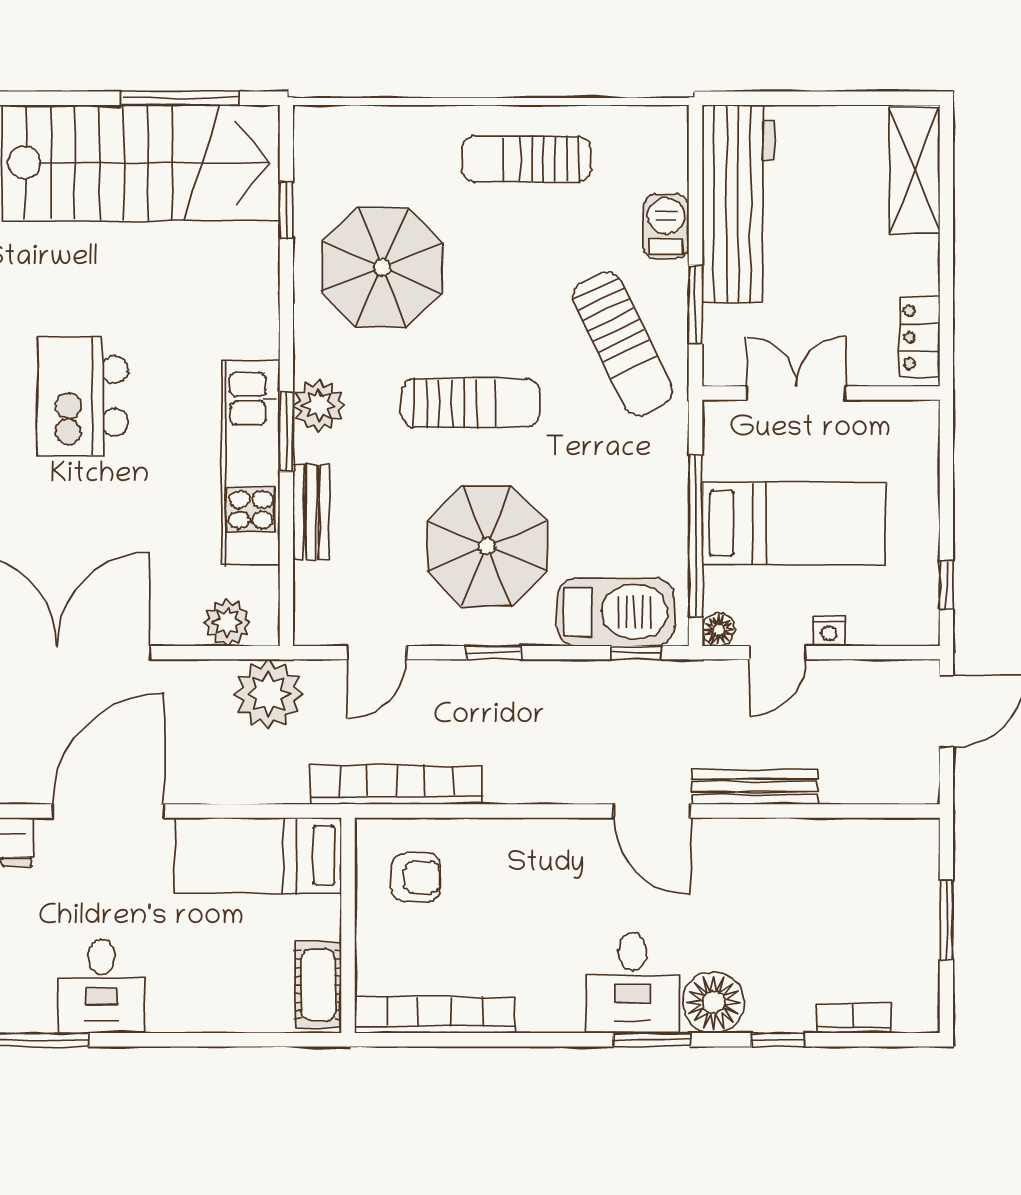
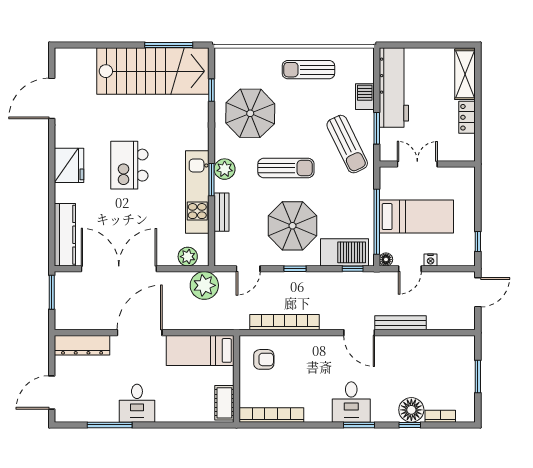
locker: (919, 337) -> (467, 117), moved
bookcase: (396, 785) -> (285, 322), moved
floor lamp: (714, 1002) -> (411, 410), moved

